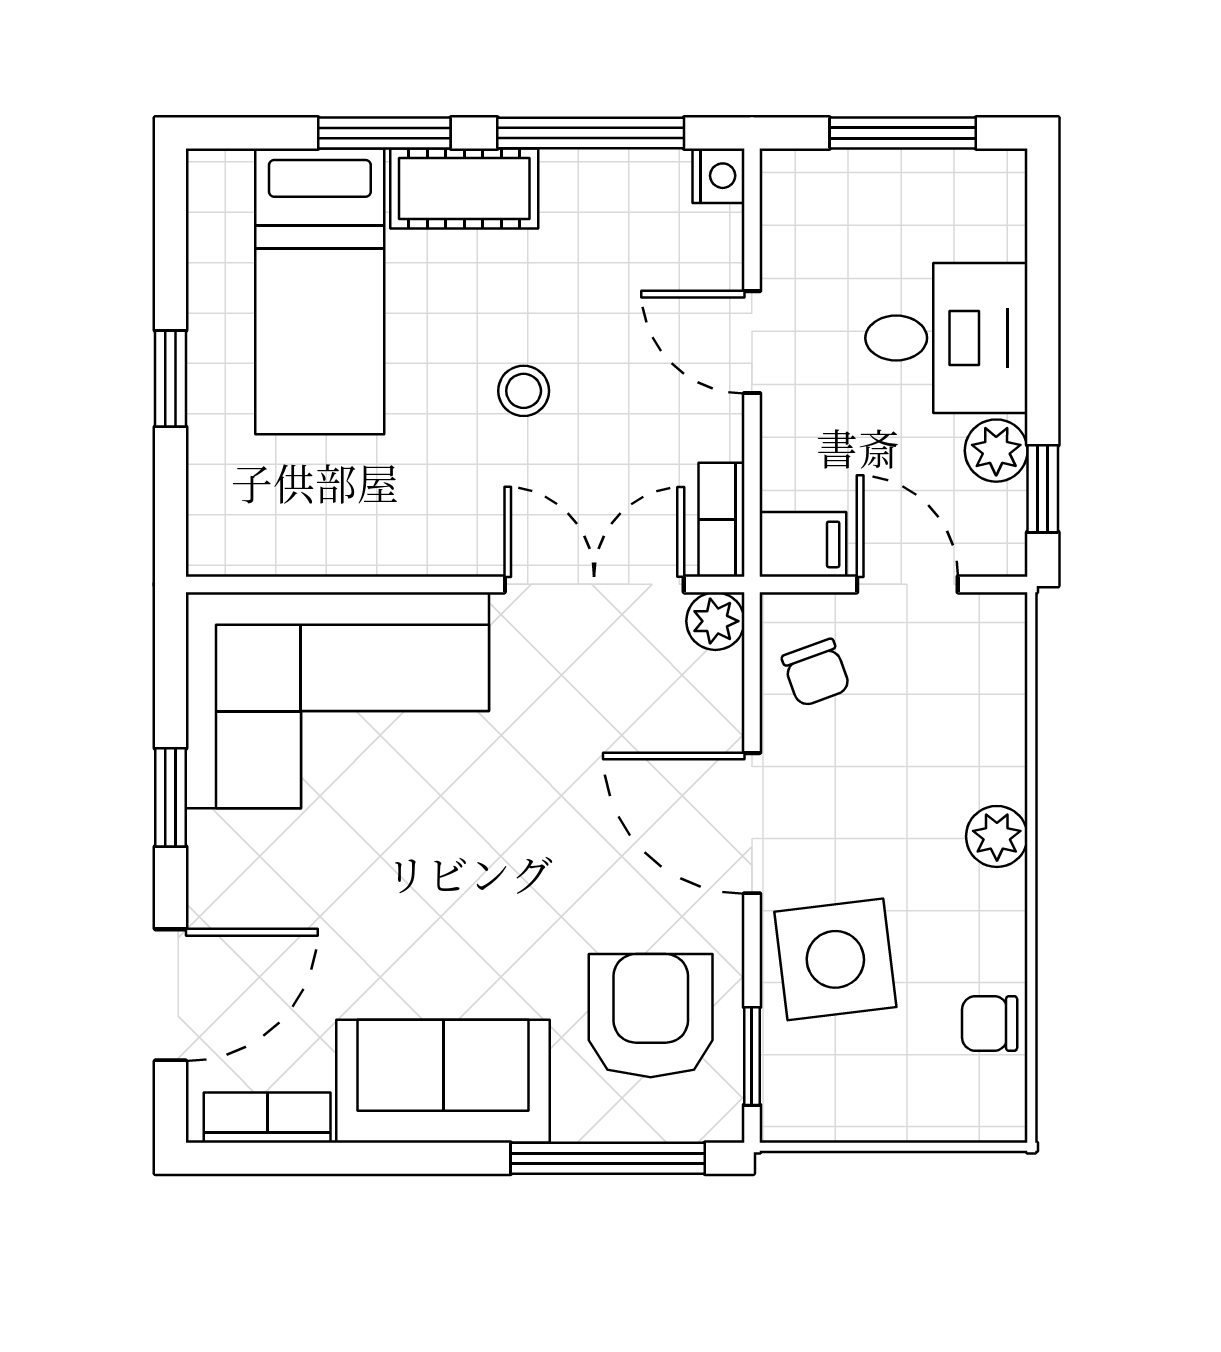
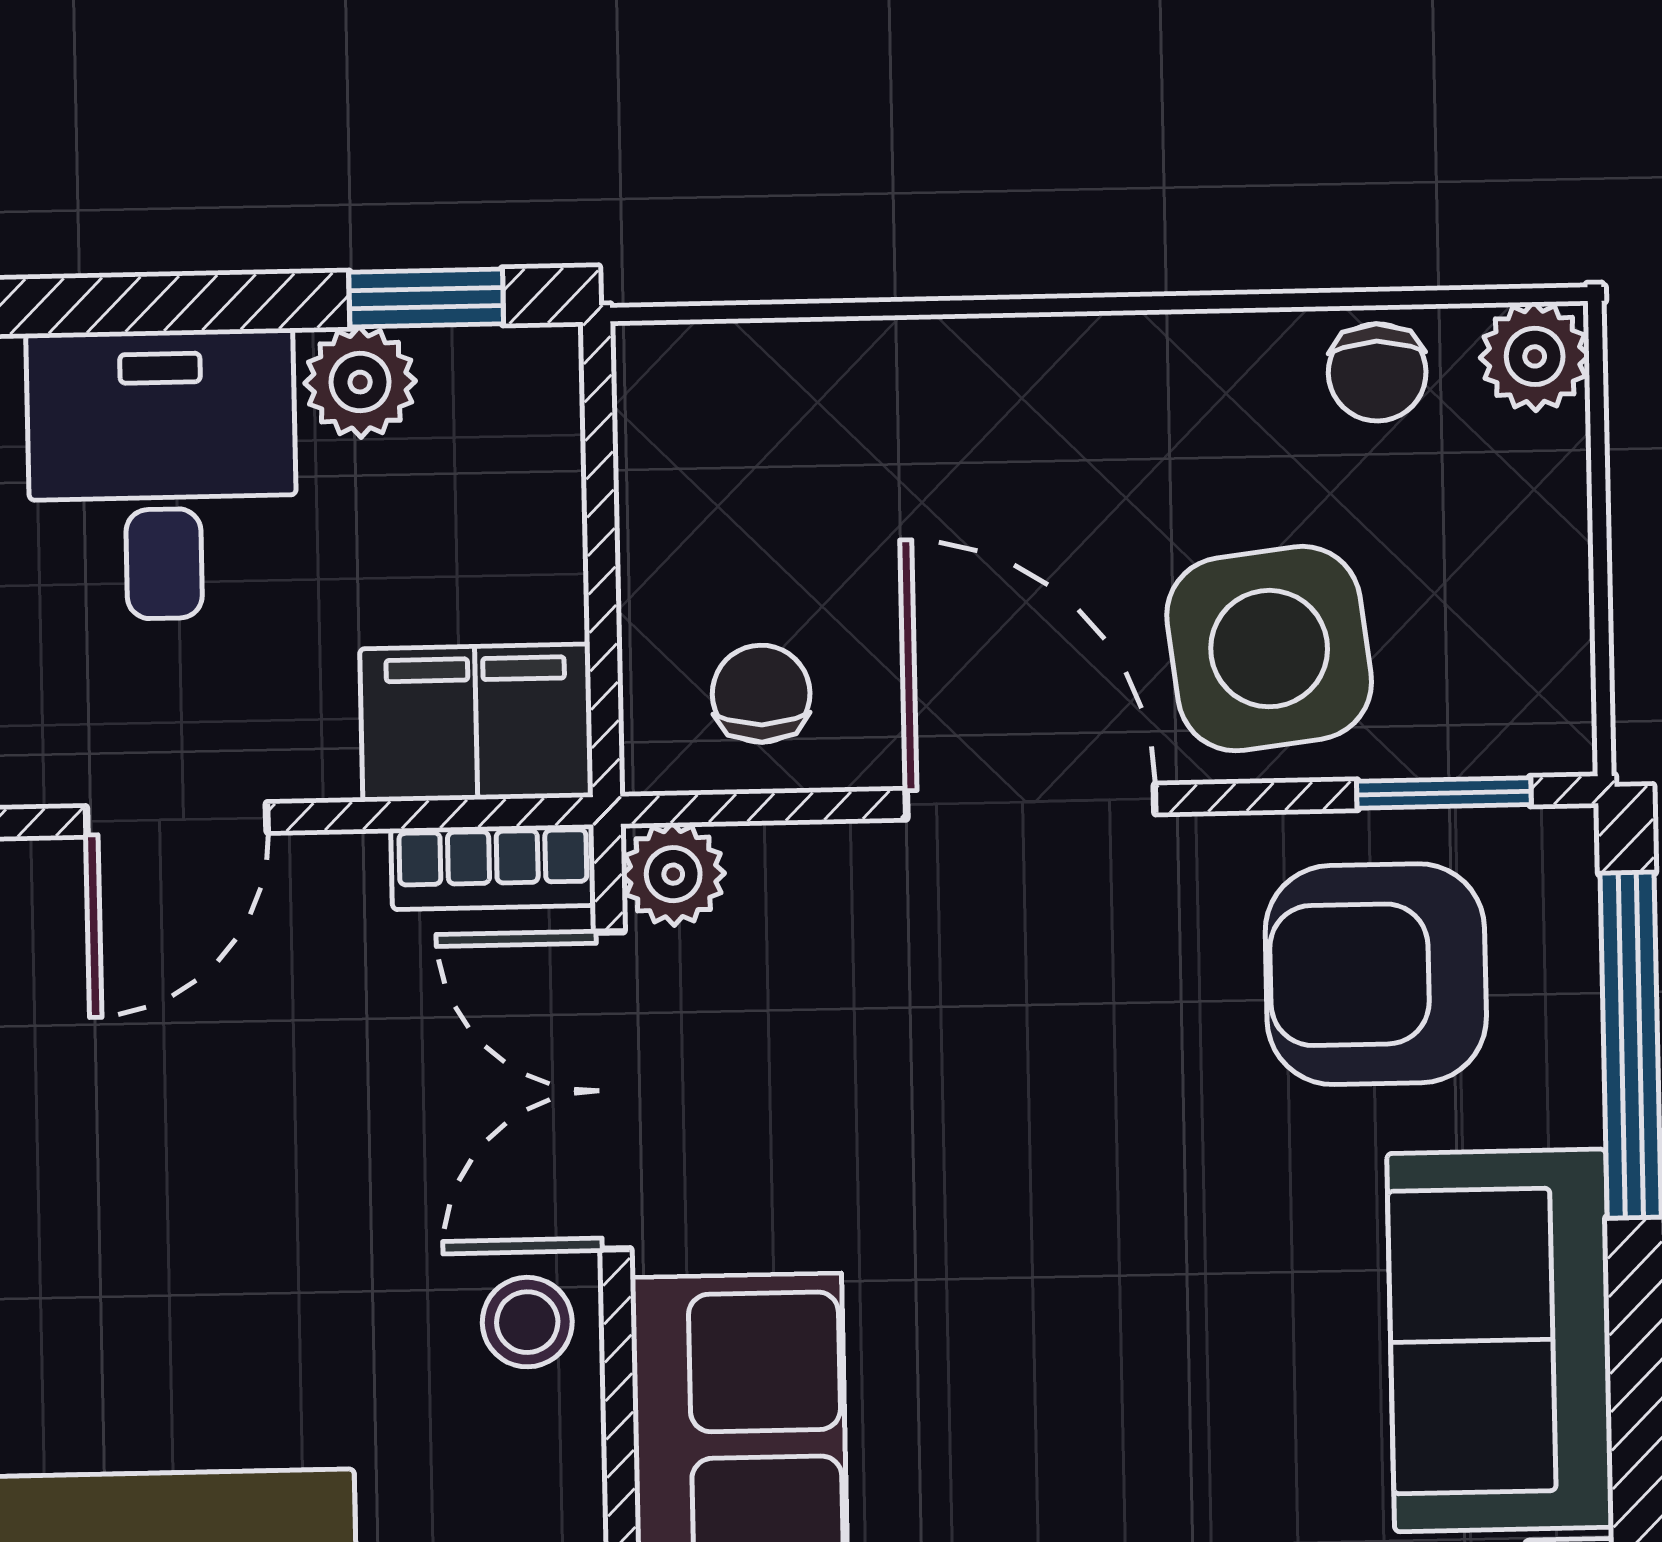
stool: (524, 391) -> (527, 1322), moved
filing cabinet: (803, 544) -> (476, 723), width x2.00
door: (907, 584) -> (601, 535), removed
chair: (816, 673) -> (761, 694), turned -70
door: (752, 823) -> (1031, 802), swing flipped
plant: (997, 836) -> (1535, 356), moved

